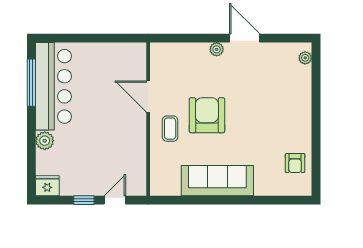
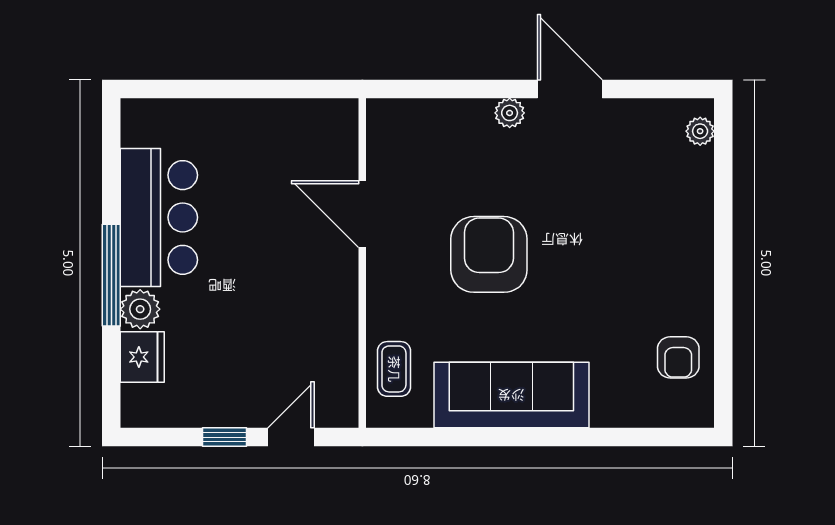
window: (31, 83) -> (111, 275), moved
bar counter: (53, 86) -> (159, 217), width x0.73
coffee table: (170, 129) -> (394, 369), moved
fridge: (47, 186) -> (142, 357), moved, turned 90

